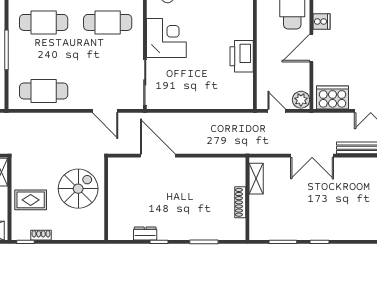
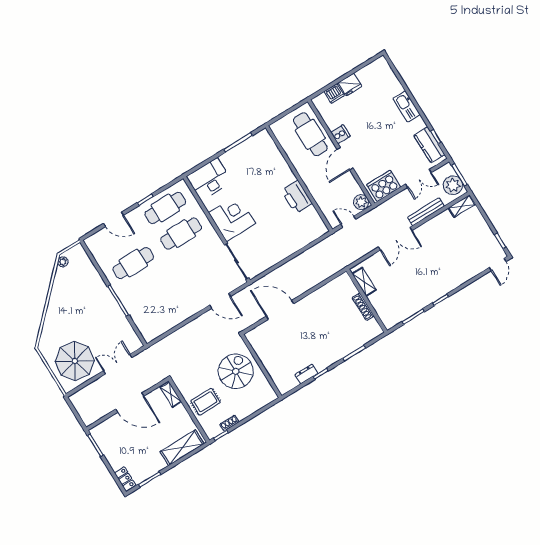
cafe table: (44, 91) -> (165, 314), removed

